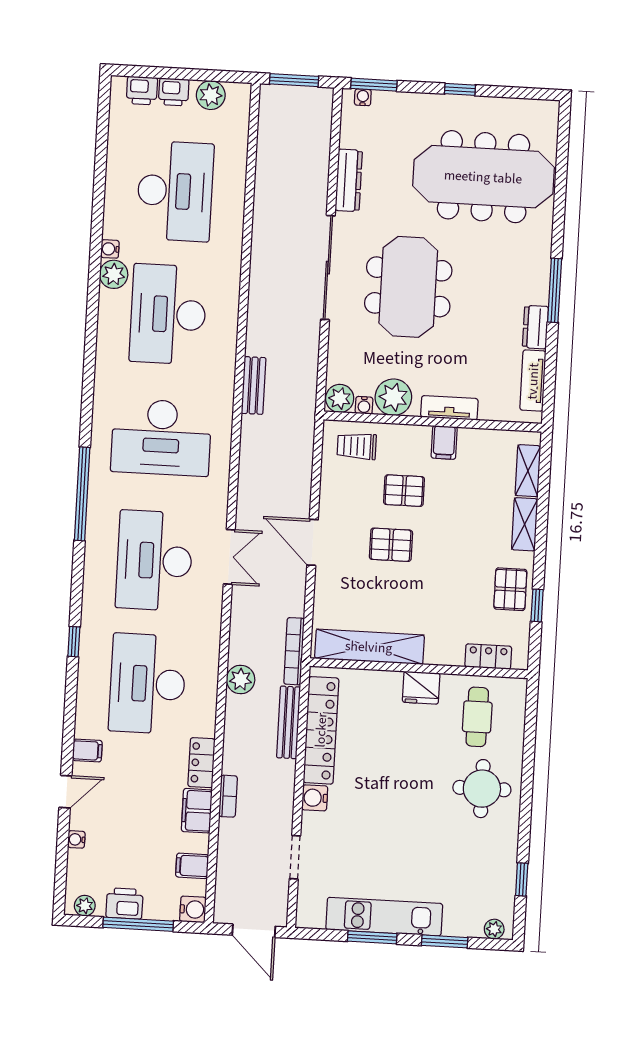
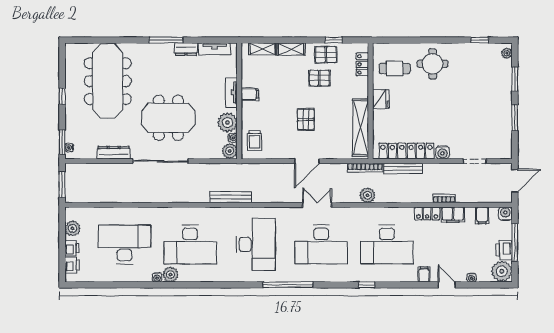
bench: (254, 385) -> (231, 197), width x1.36
pallet: (404, 491) -> (319, 78), moved, turned 90
plant: (241, 679) -> (367, 195), moved
plant: (85, 906) -> (502, 271), width x1.88, depth x1.88
kitchen unit: (384, 917) -> (503, 112), removed

